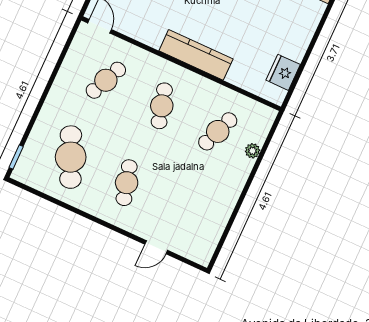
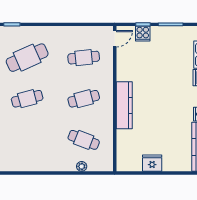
fridge: (283, 72) -> (152, 163), moved
cafe table: (106, 80) -> (84, 58), turned -30

